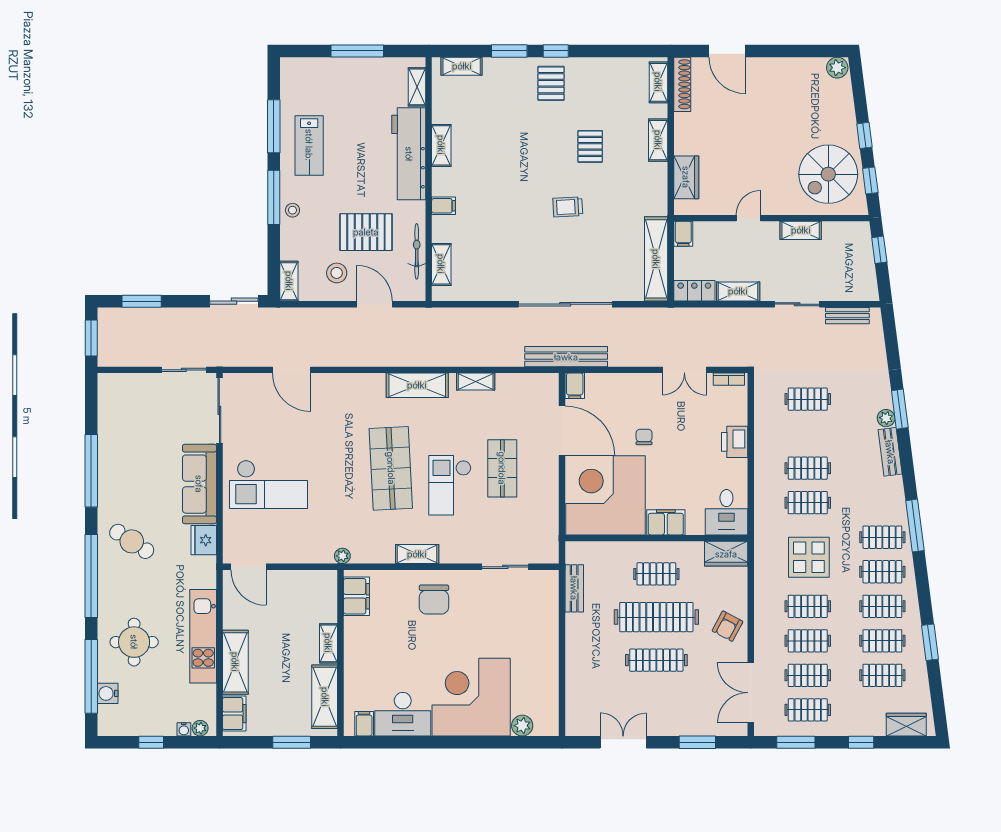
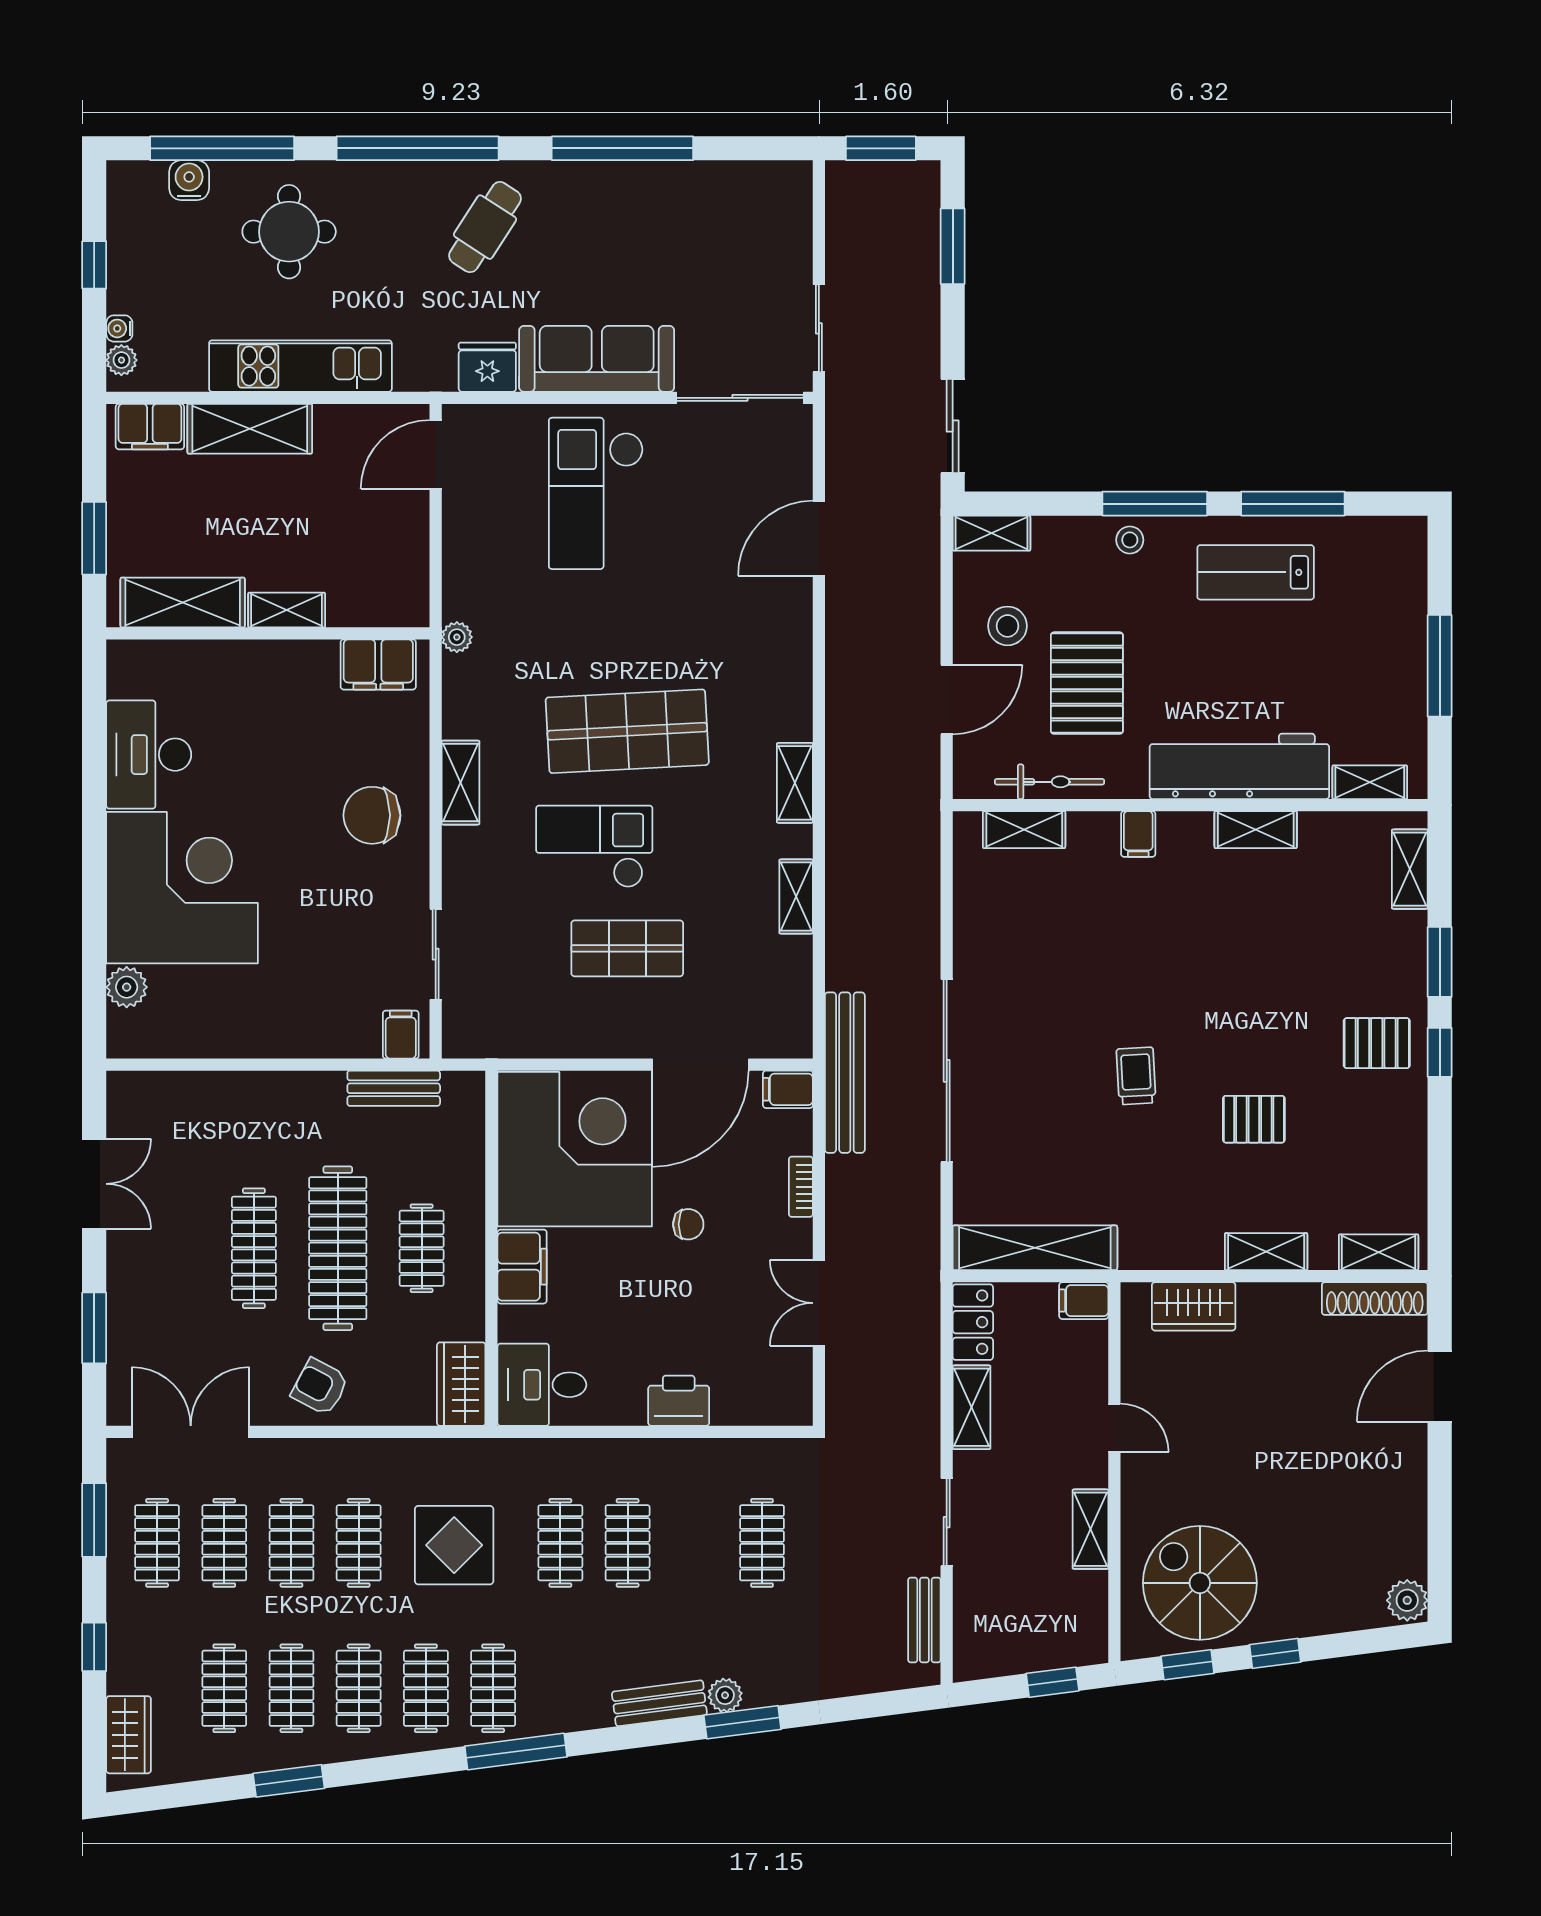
bookcase: (729, 379) -> (801, 1187), moved
shelving: (417, 385) -> (795, 783), width x0.67, depth x0.75
filing cabinet: (364, 724) -> (401, 1035), moved, turned -90

